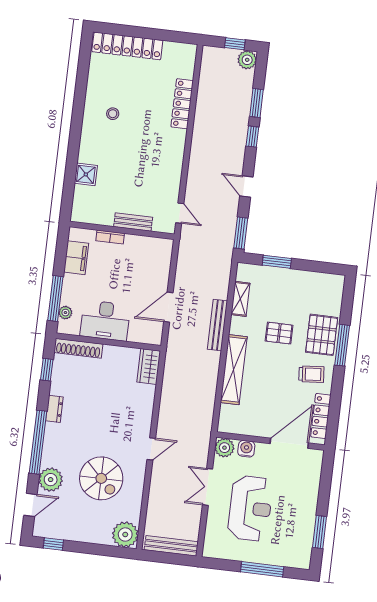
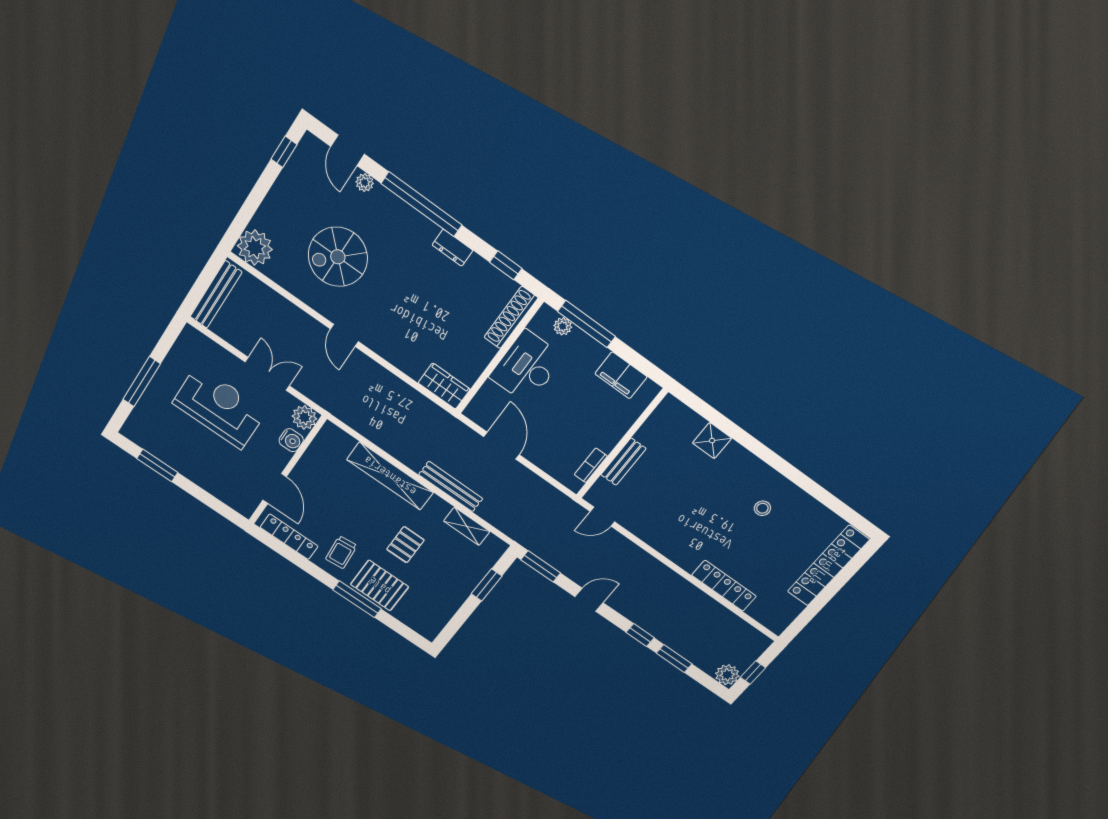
bookcase: (110, 237) -> (591, 465), moved
door: (289, 443) -> (275, 488), width x0.73
plant: (51, 480) -> (365, 183), width x0.53, depth x0.53
reception desk: (250, 508) -> (219, 407), turned 180

